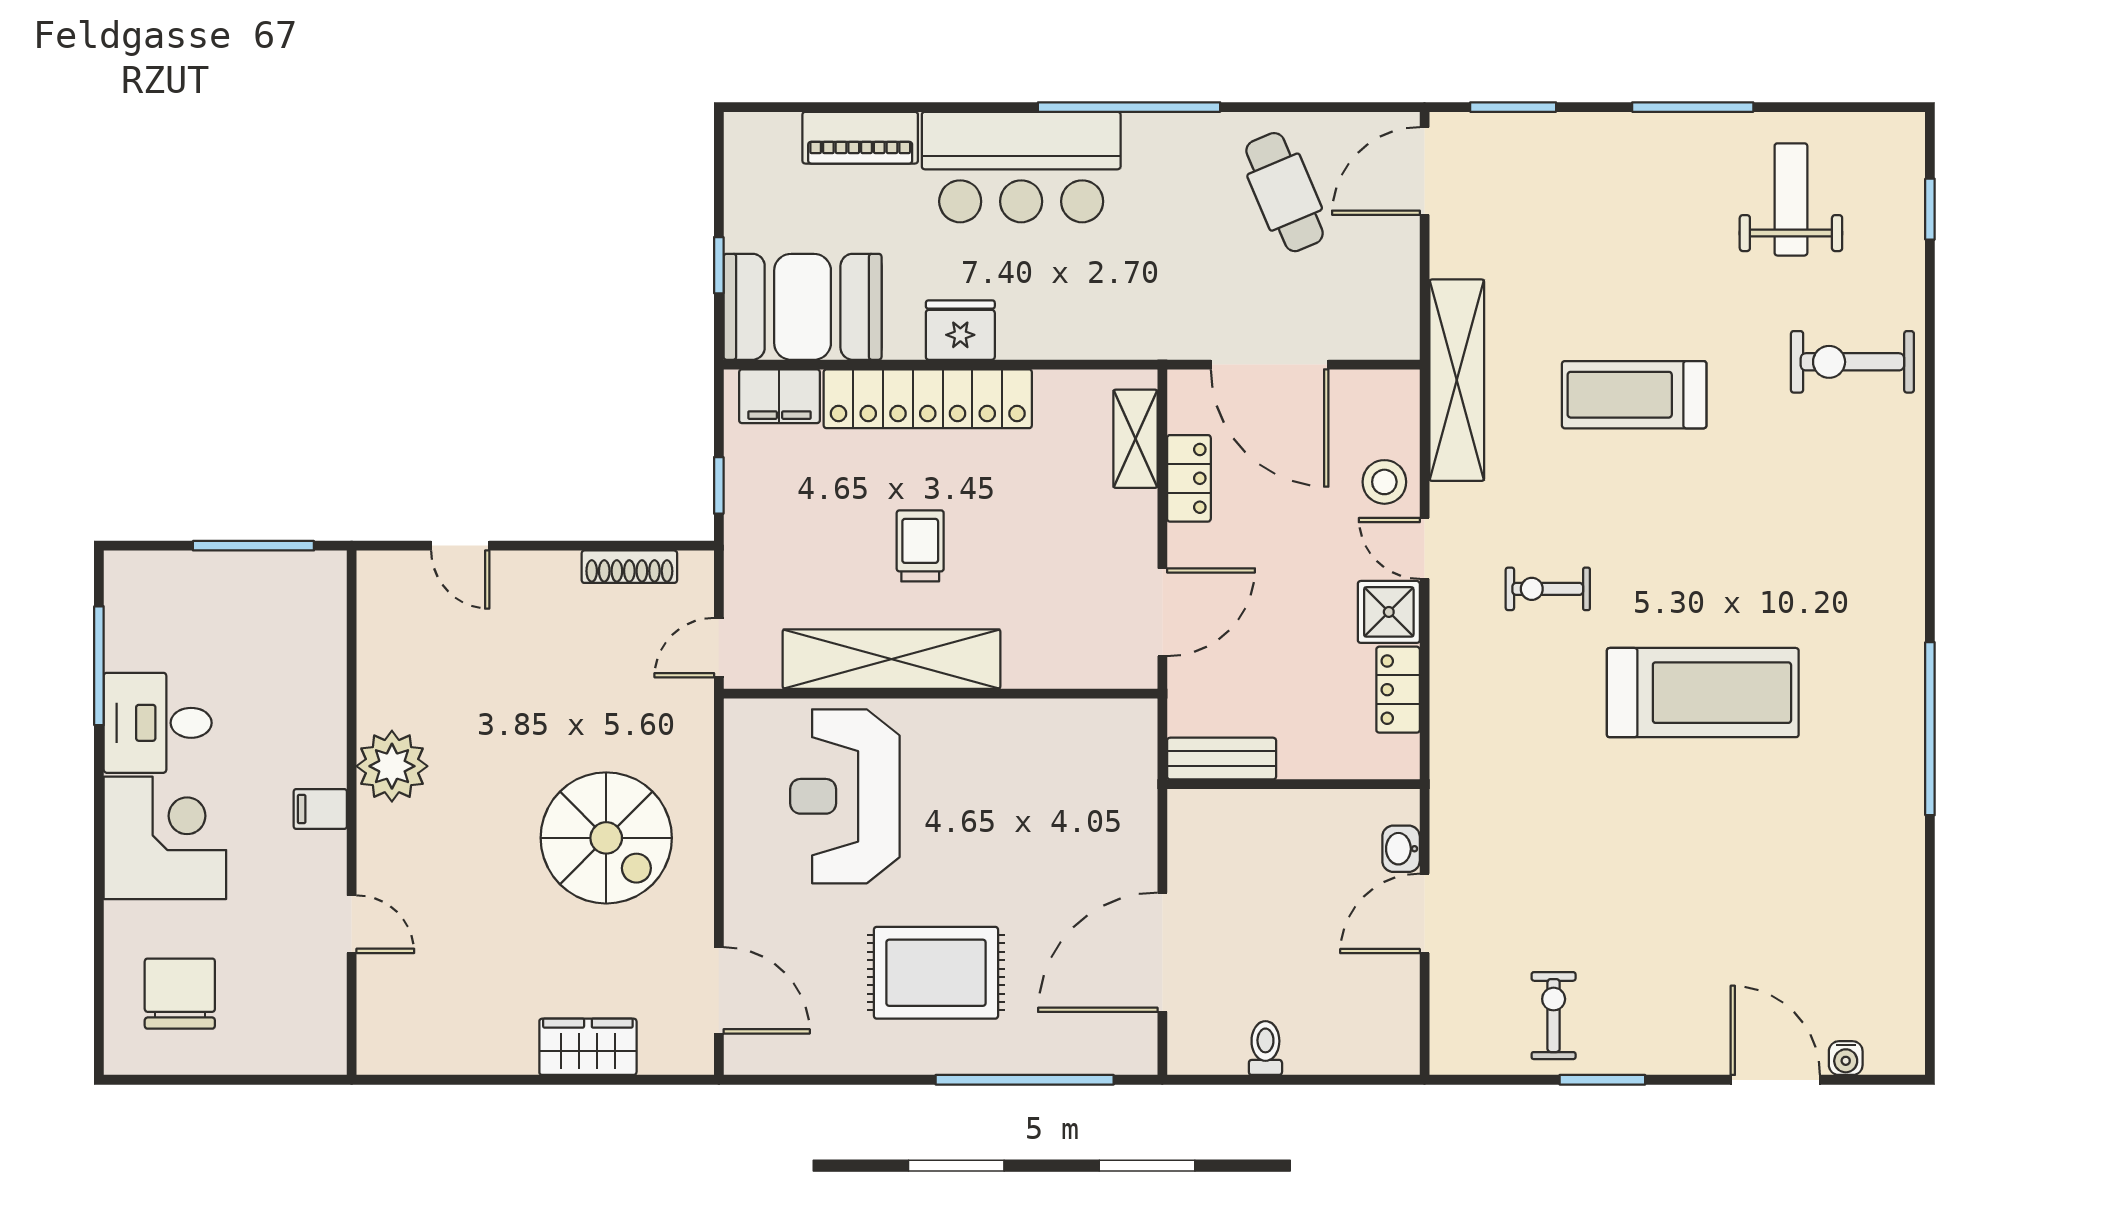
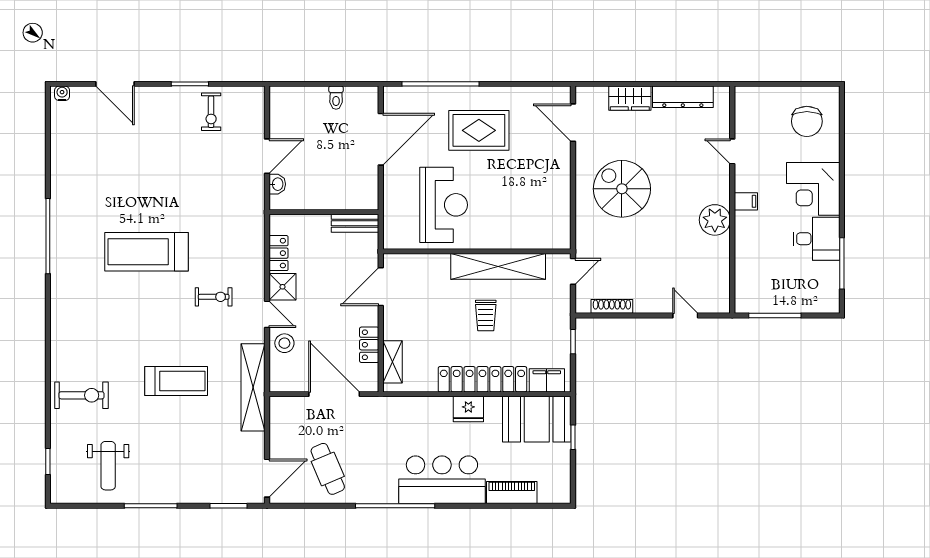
reception desk: (845, 796) -> (444, 205), moved
dresser: (466, 1050) -> (683, 97), added
water cooler: (1846, 1058) -> (62, 93), moved

